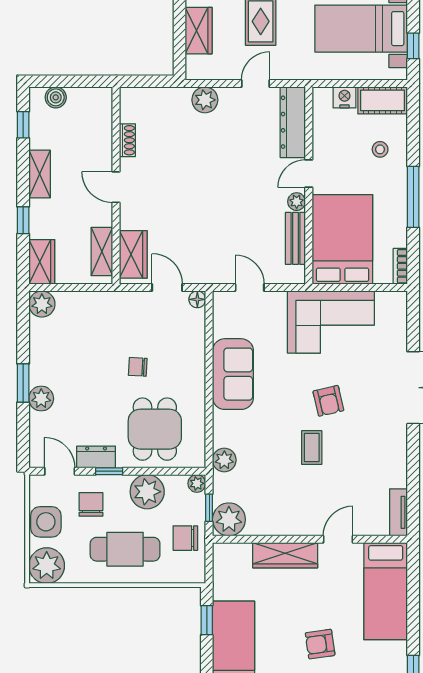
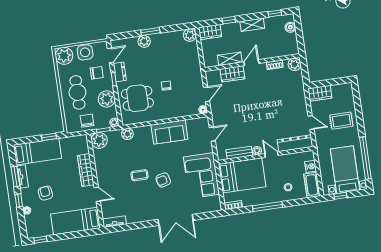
wardrobe: (199, 31) -> (320, 93), moved
plant: (205, 100) -> (295, 64), moved
shelving: (102, 252) -> (230, 59), moved
wardrobe: (133, 254) -> (232, 74), moved

